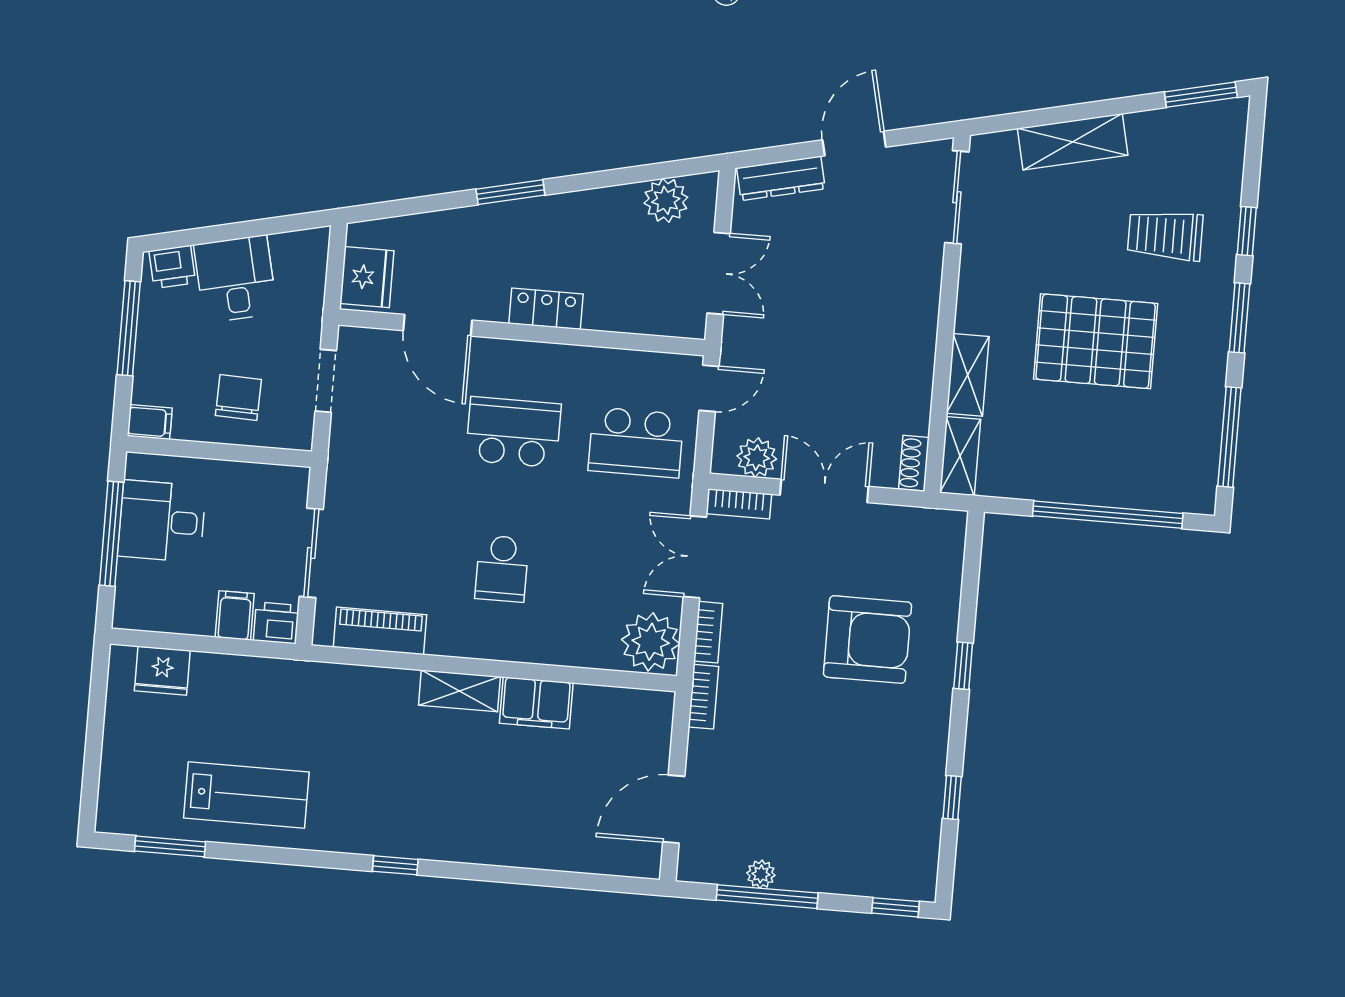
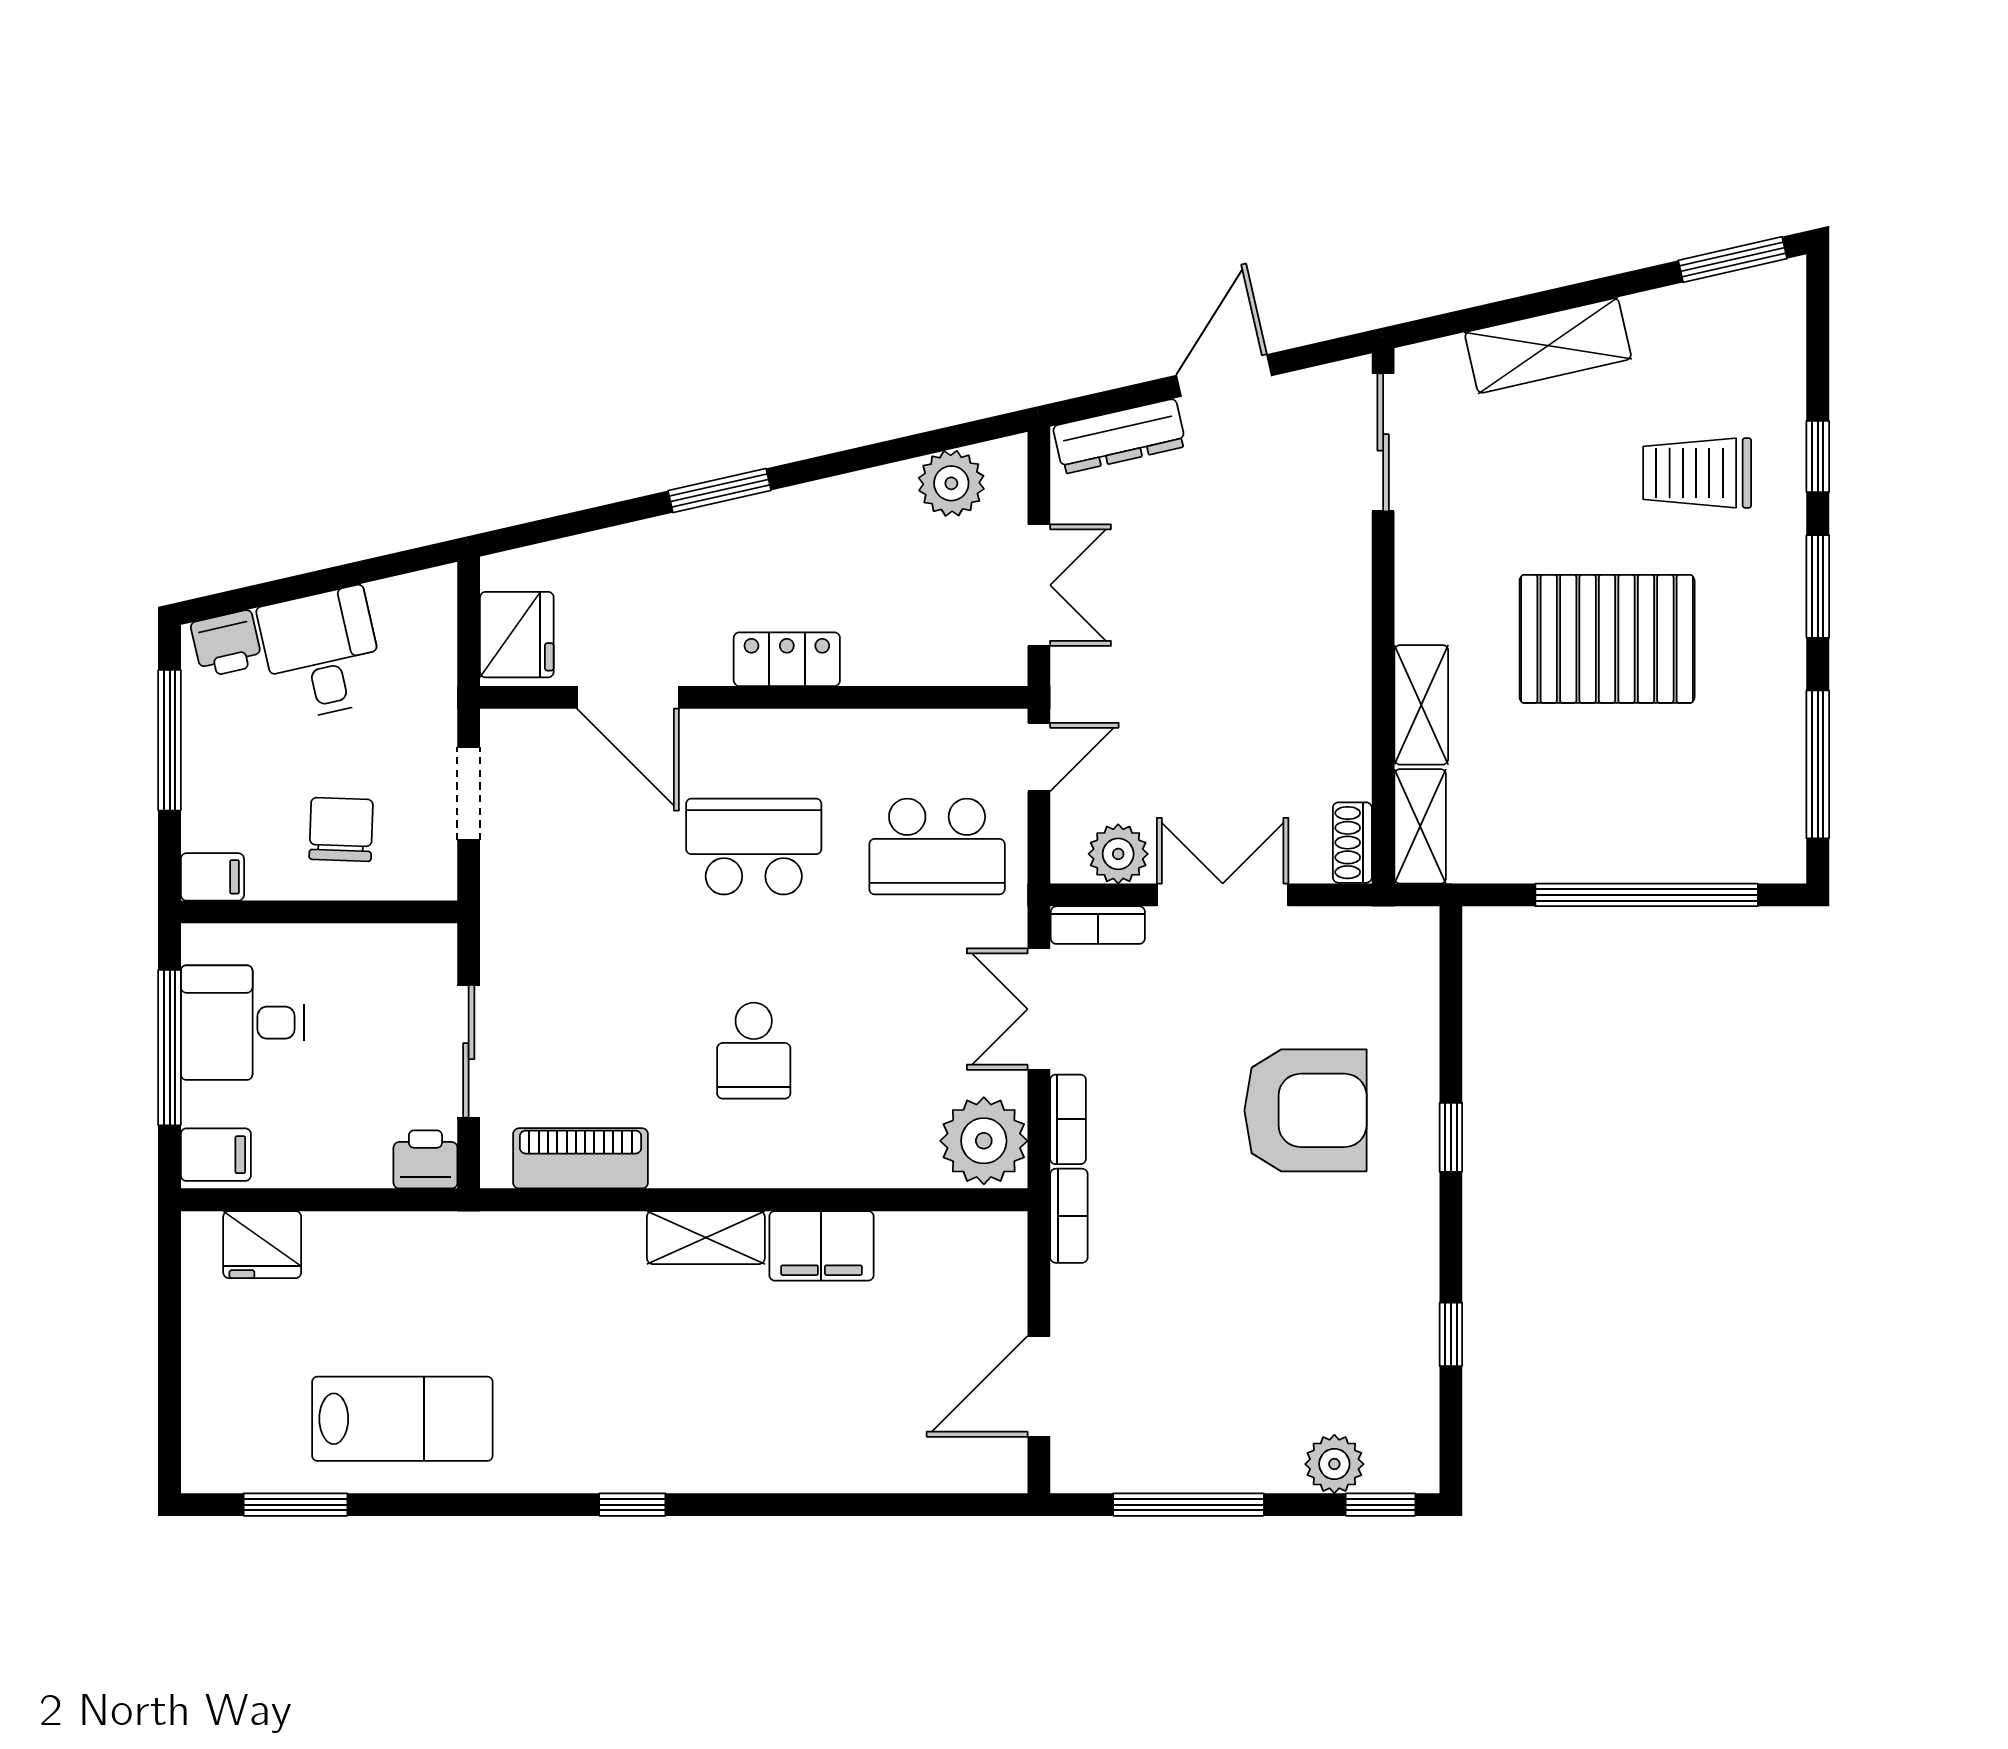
filing cabinet: (235, 615) -> (216, 1155), moved, turned 90
plant: (761, 874) -> (1334, 1464), moved, width x1.38, depth x1.38

